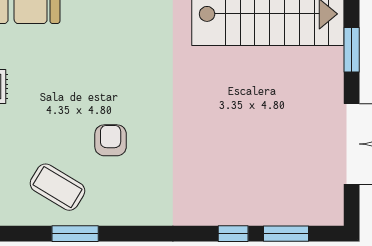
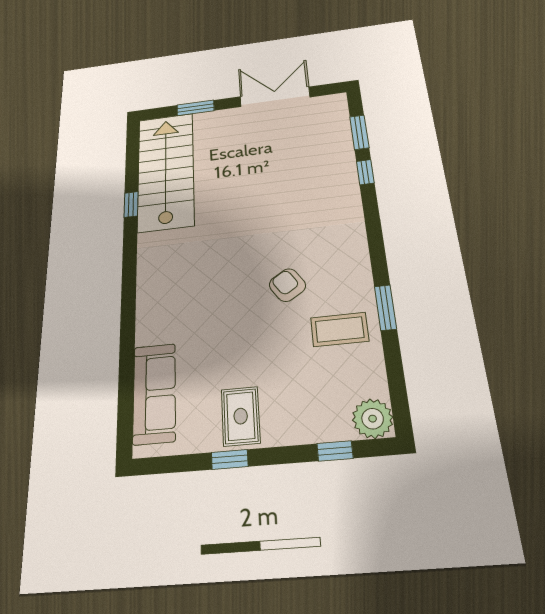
armchair: (111, 140) -> (287, 285), turned 57
coffee table: (57, 187) -> (340, 329), turned 59

